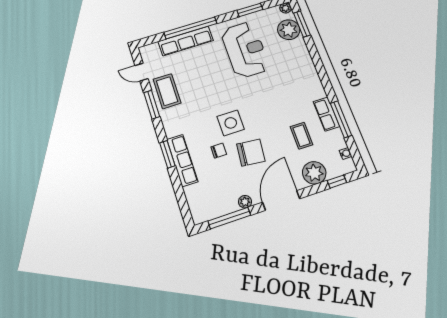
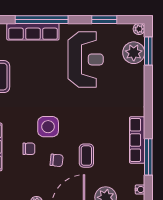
row of seats: (326, 114) -> (137, 140), width x1.48
coffee table: (302, 136) -> (86, 156), moved
chair: (251, 153) -> (57, 160), width x0.54, depth x0.54

